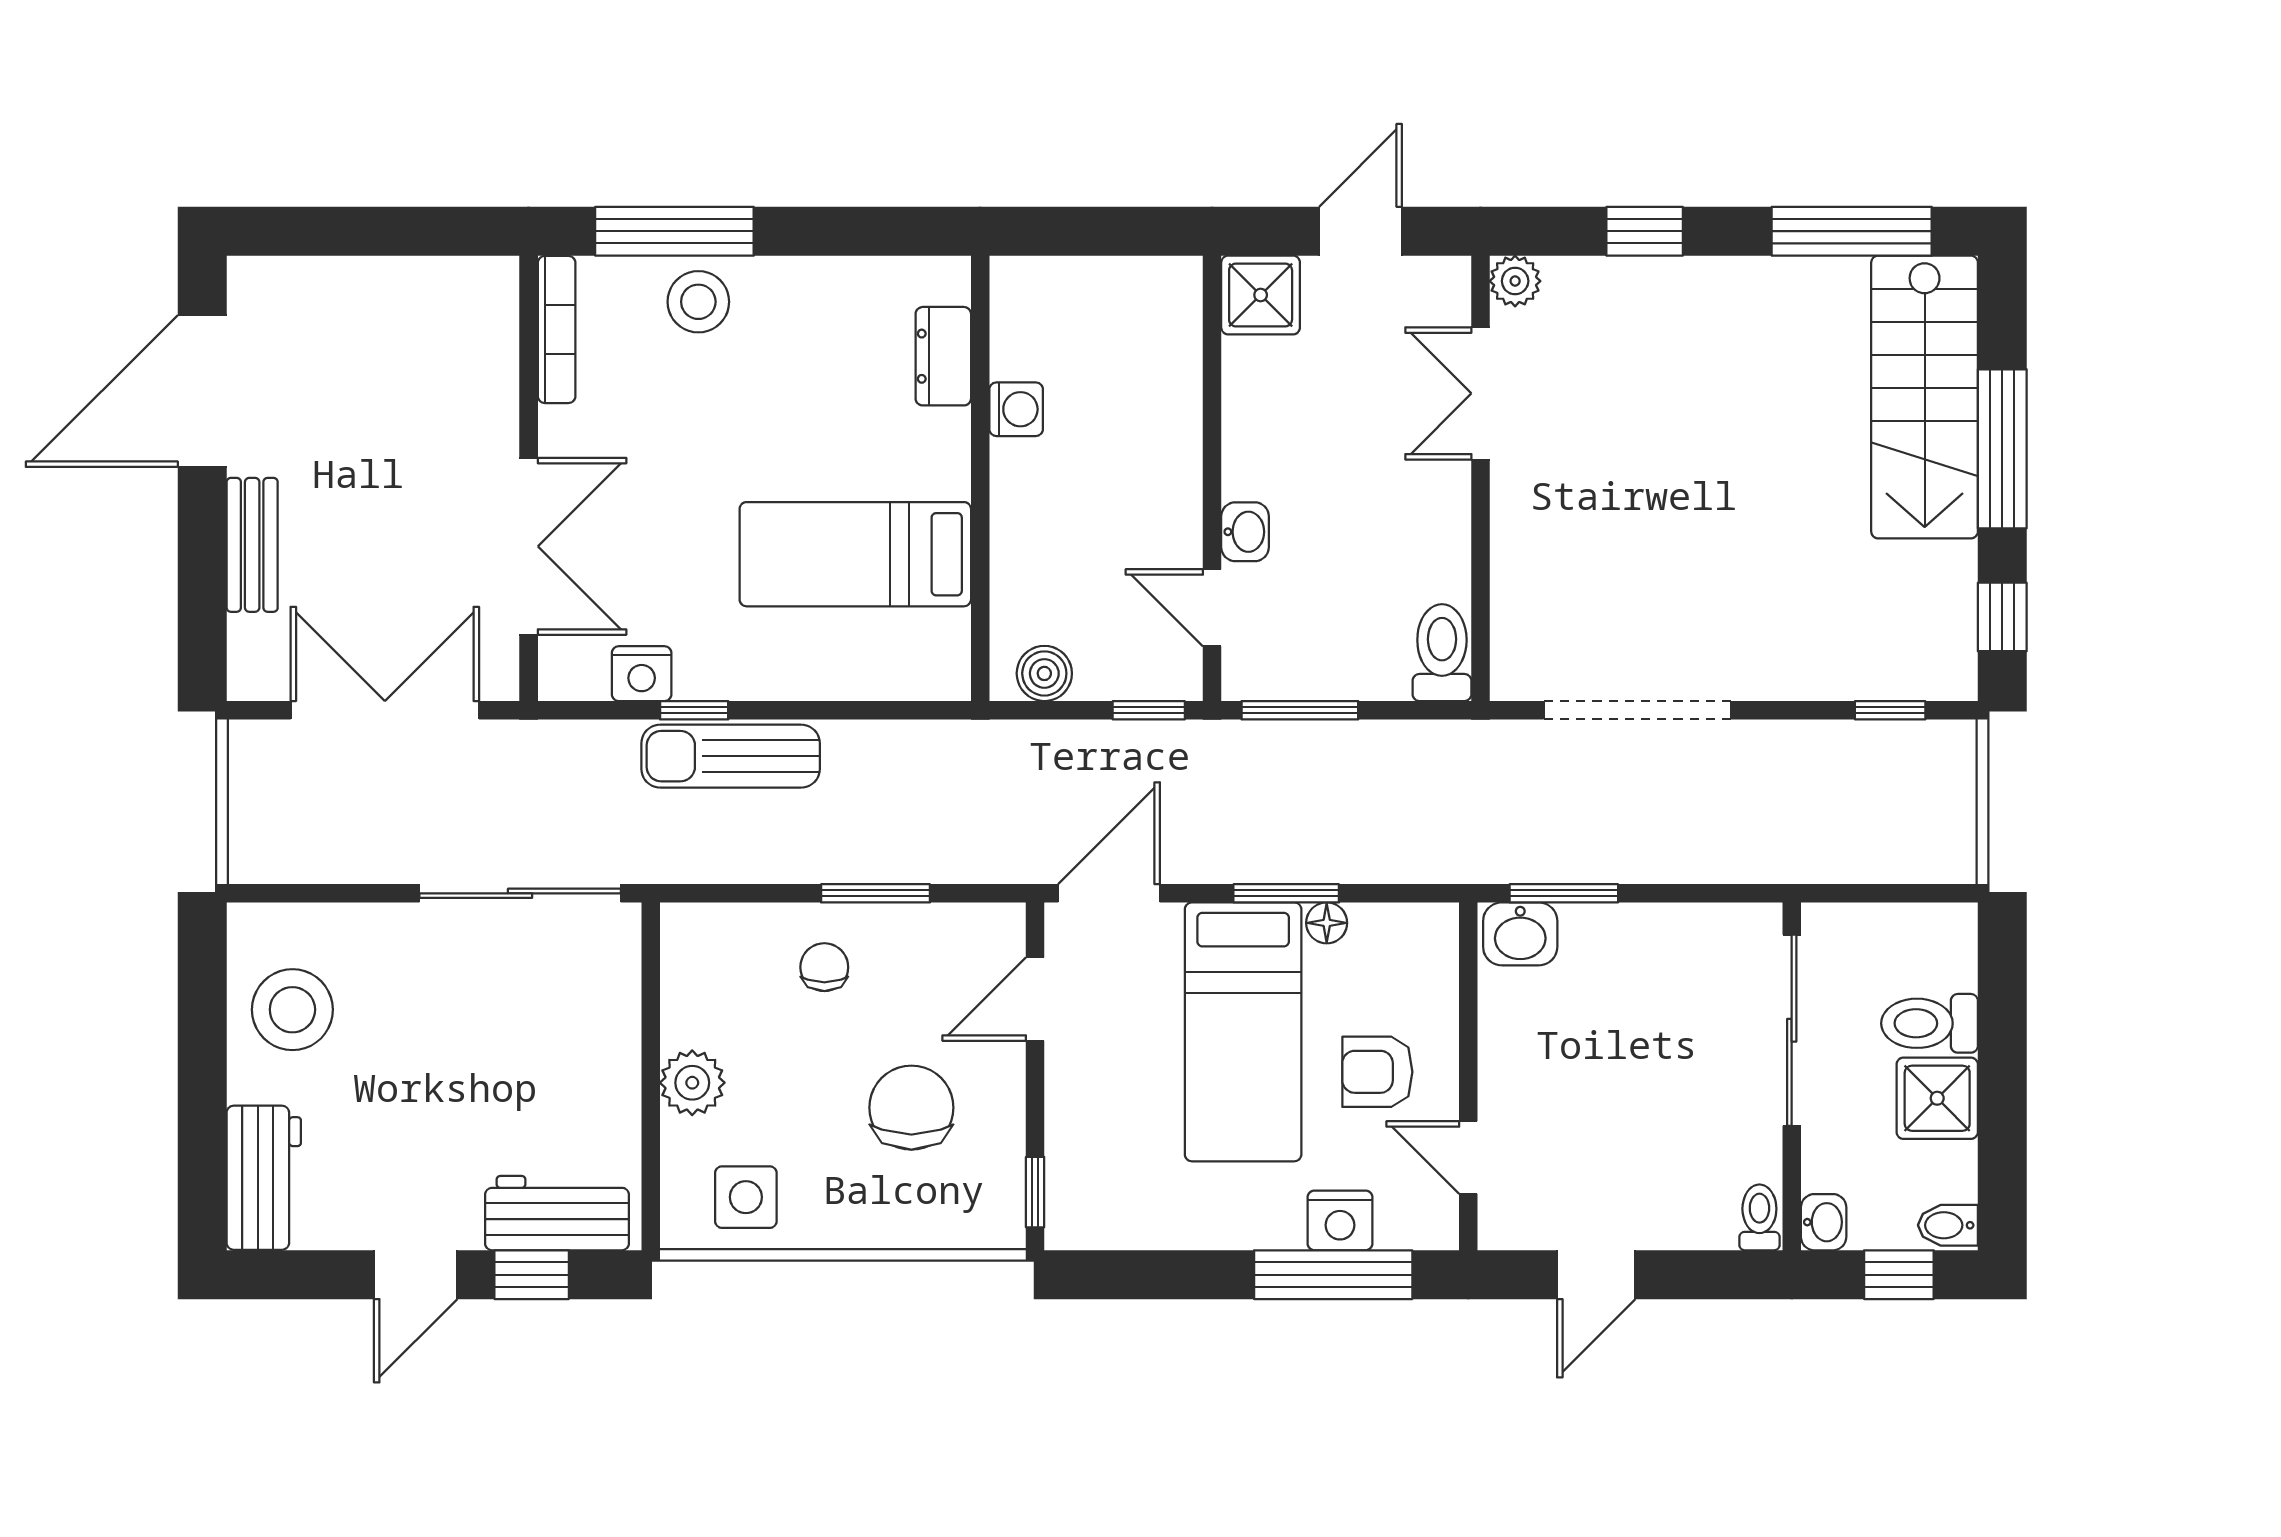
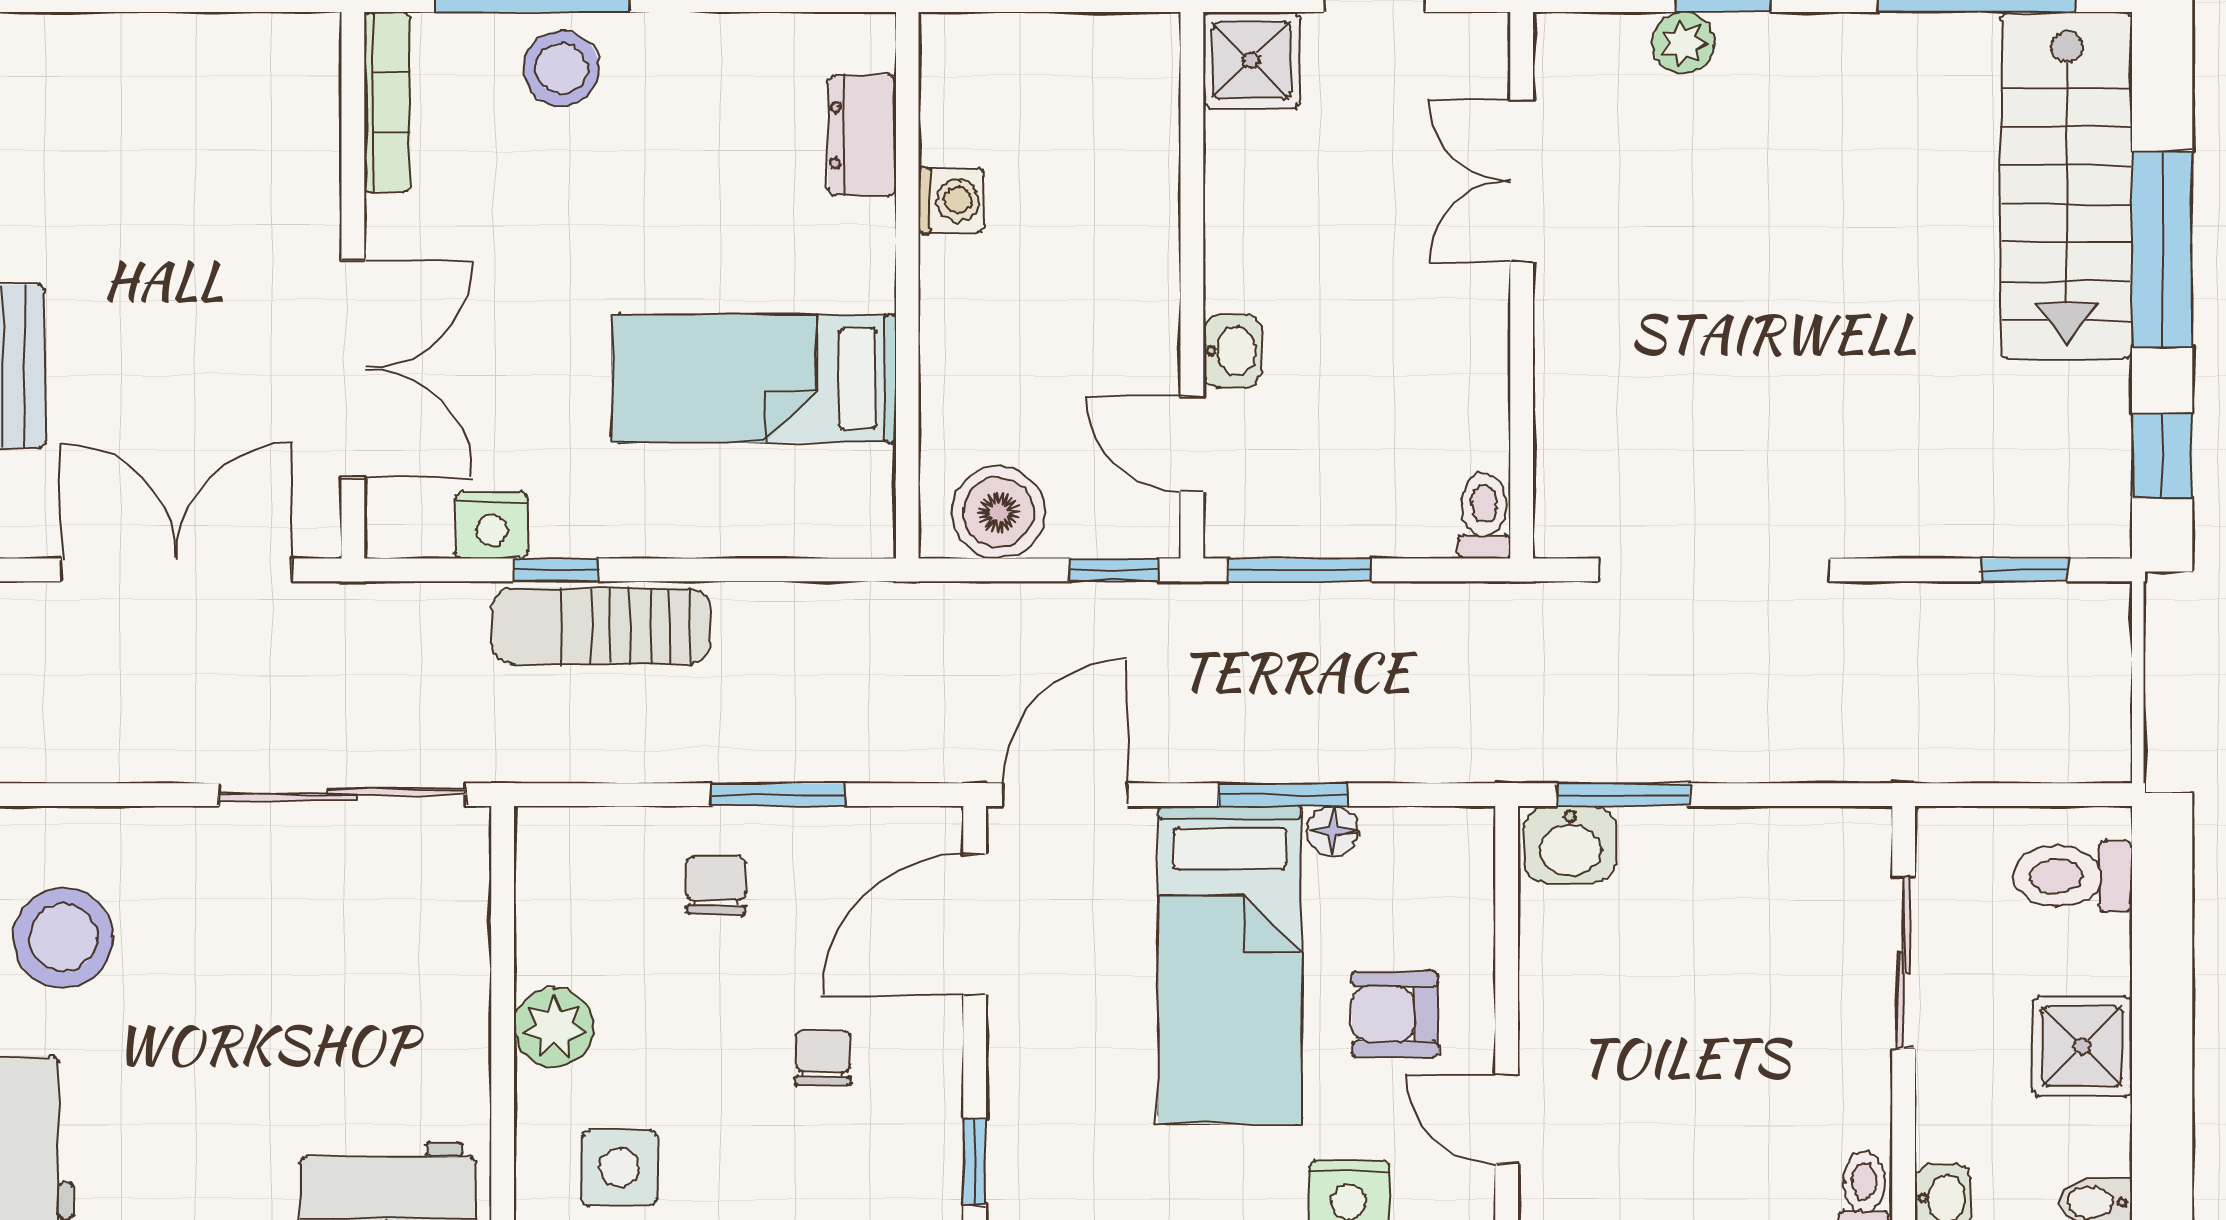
plant: (1515, 281) -> (1683, 43), moved
toilet: (1442, 653) -> (1484, 516), width x0.73, depth x0.72
boiler: (1044, 673) -> (998, 512), width x1.36, depth x1.36
door: (1035, 999) -> (975, 925), width x1.38
toilet: (1929, 1023) -> (2073, 876), moved
sliding door: (1792, 1030) -> (1904, 963), width x0.73
chair: (911, 1108) -> (823, 1058), width x0.54, depth x0.54

